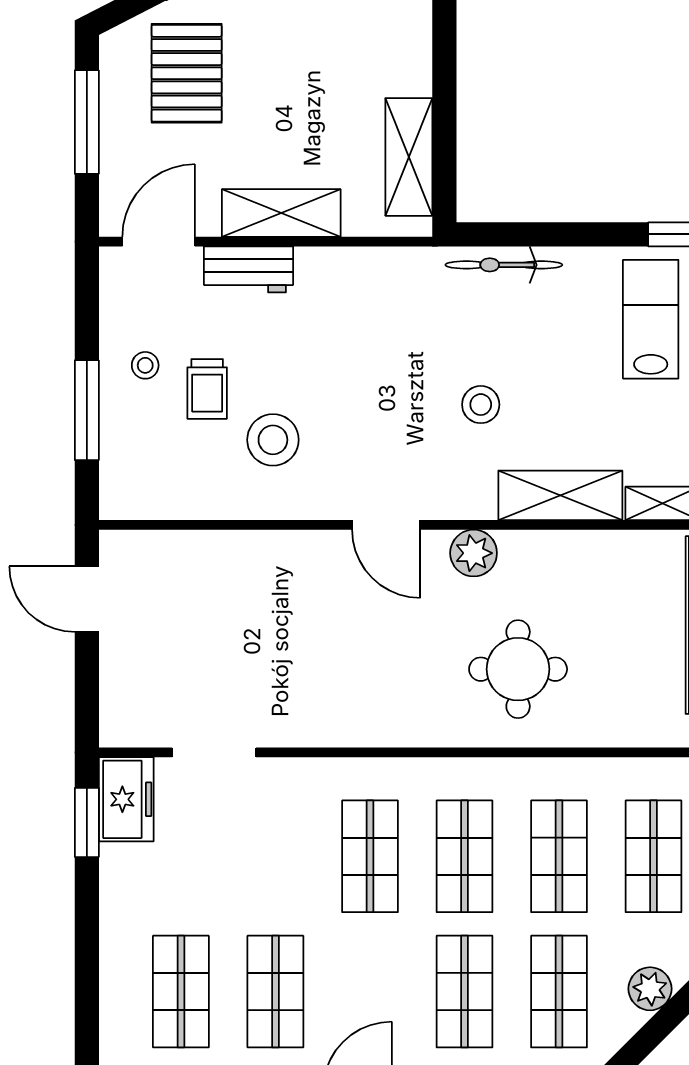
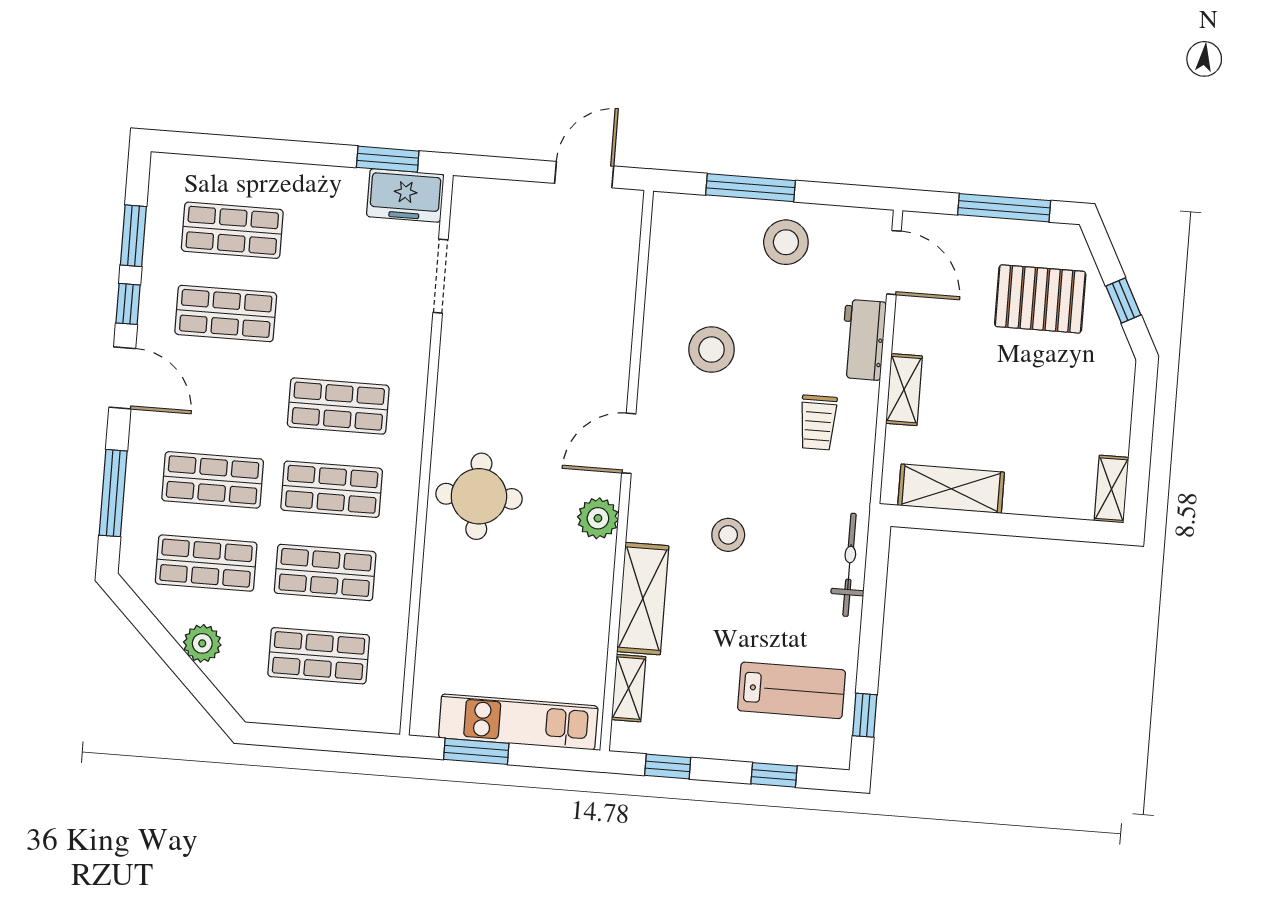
shelving: (281, 213) -> (904, 390), width x0.67, depth x0.75
stool: (145, 365) -> (786, 242), width x1.89, depth x1.89
trolley: (207, 389) -> (818, 423), moved, turned -90
round table: (518, 669) -> (479, 496), moved

